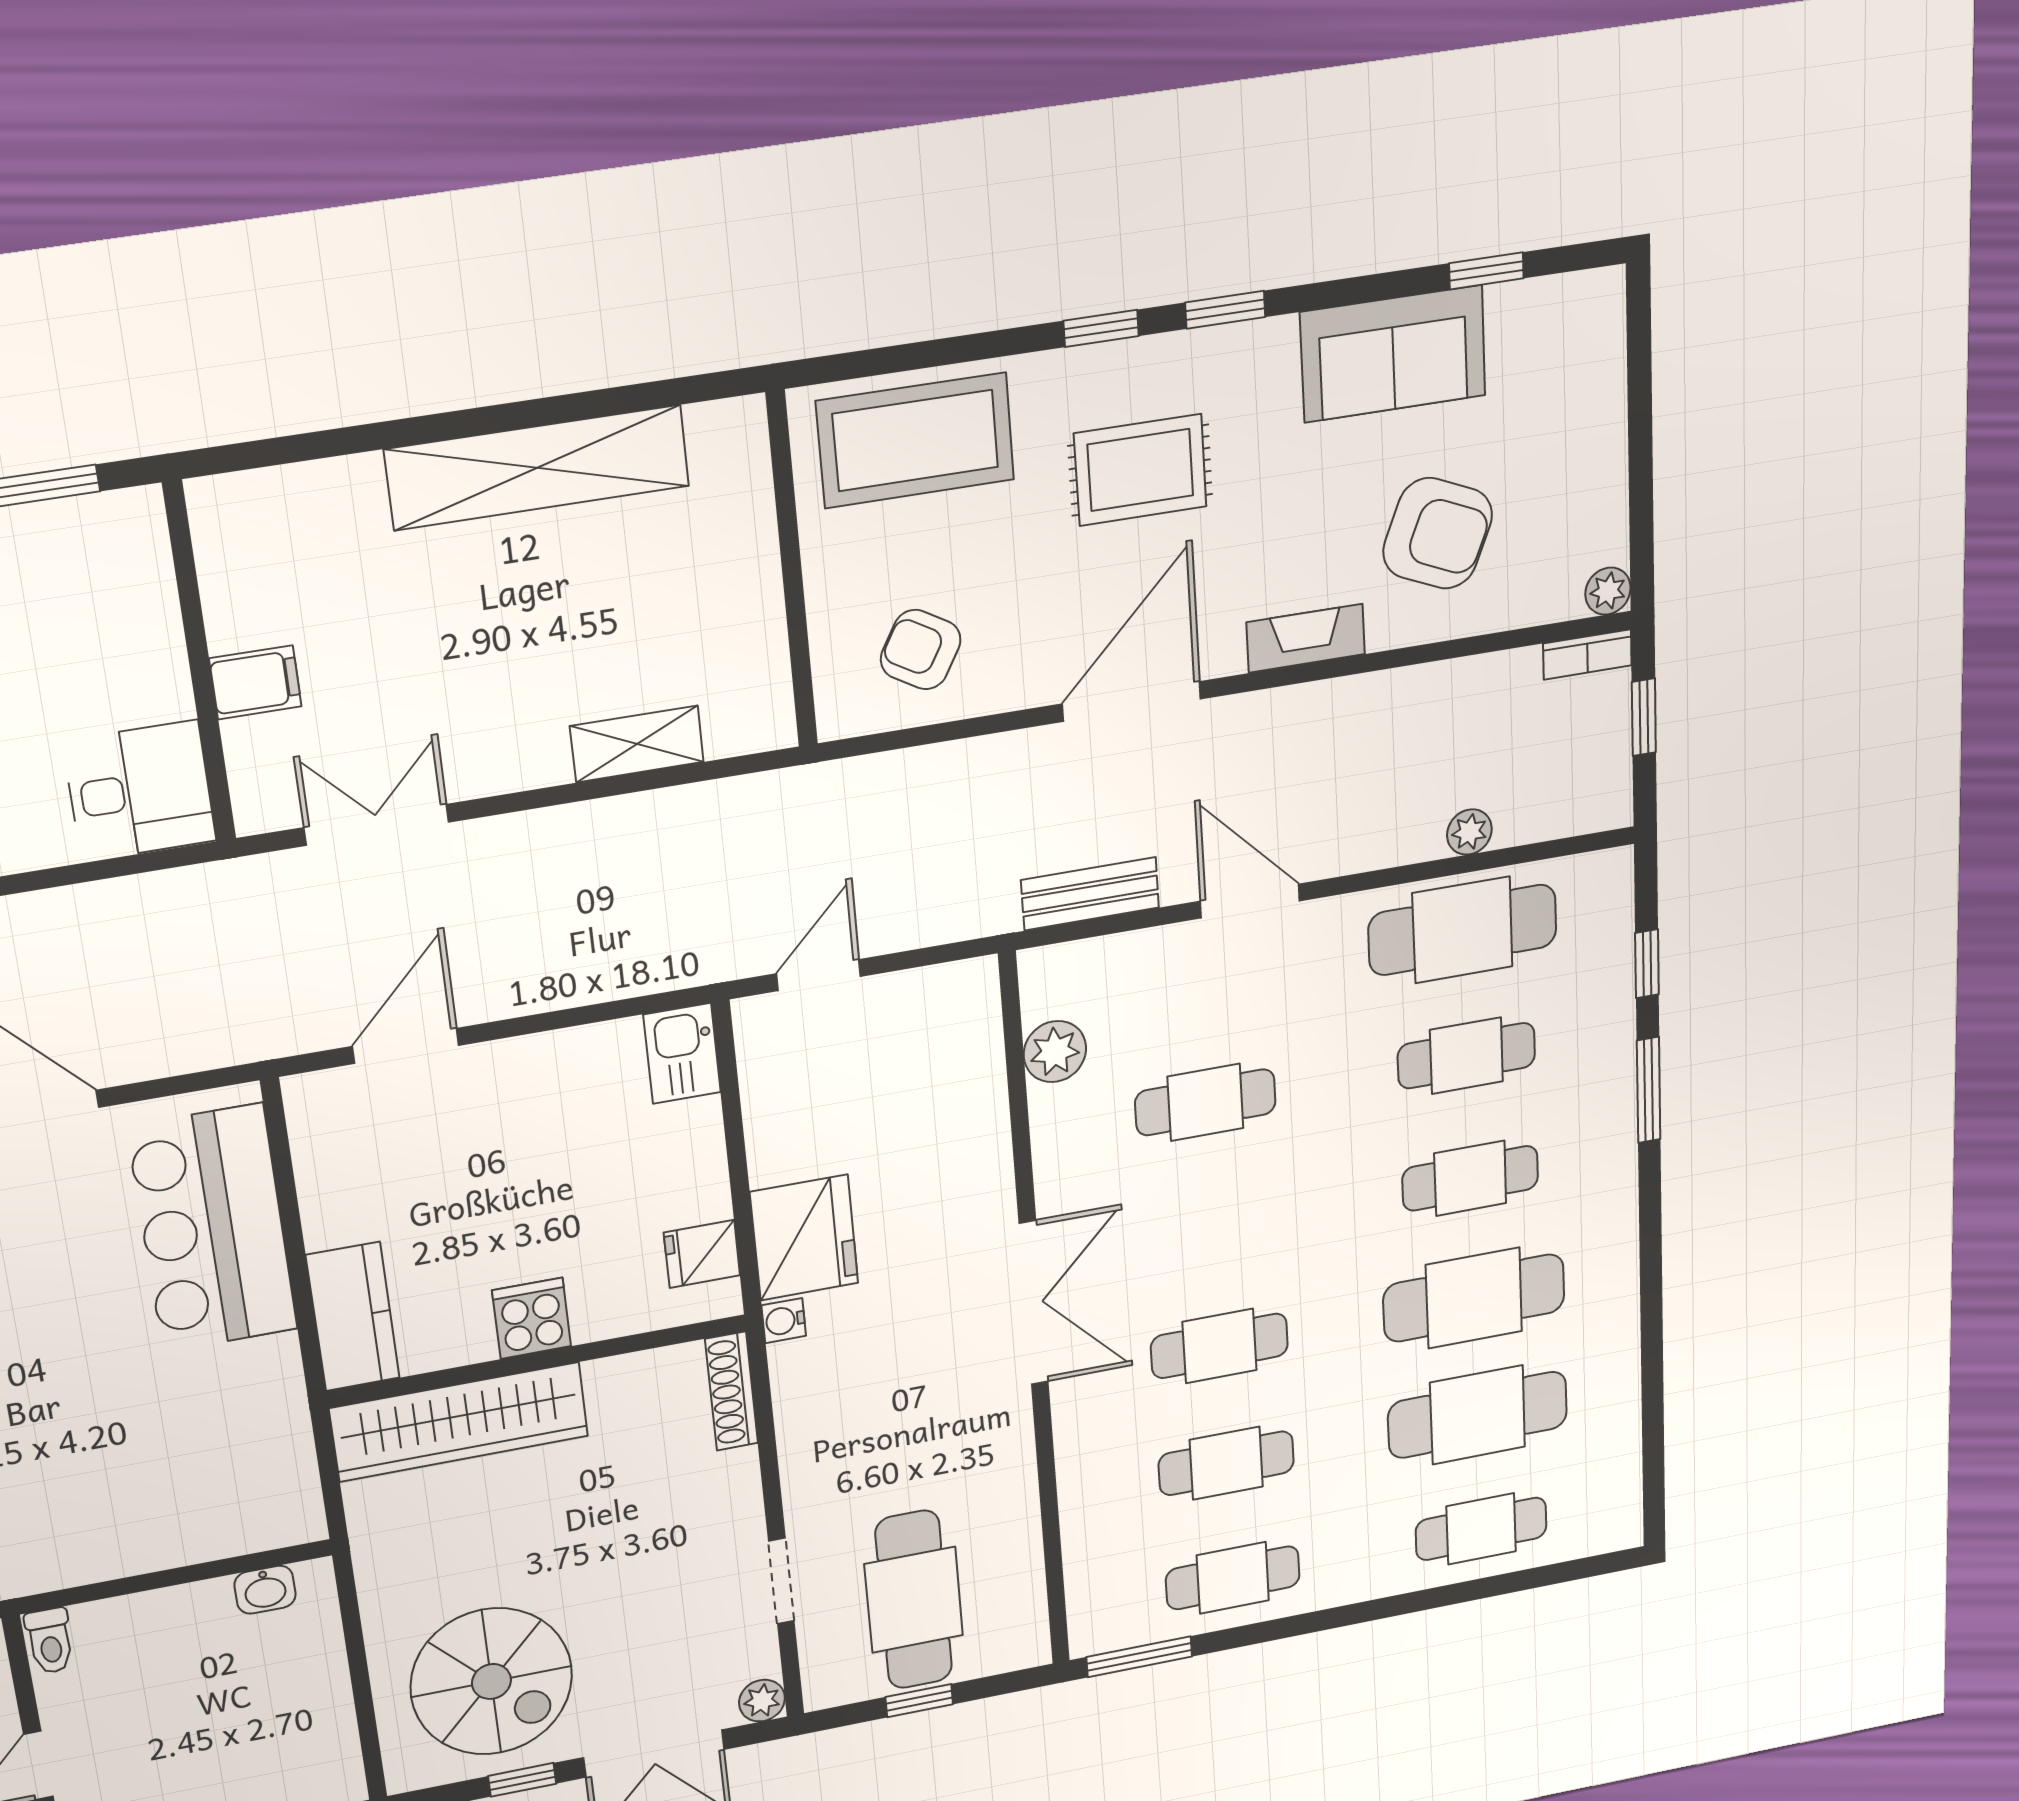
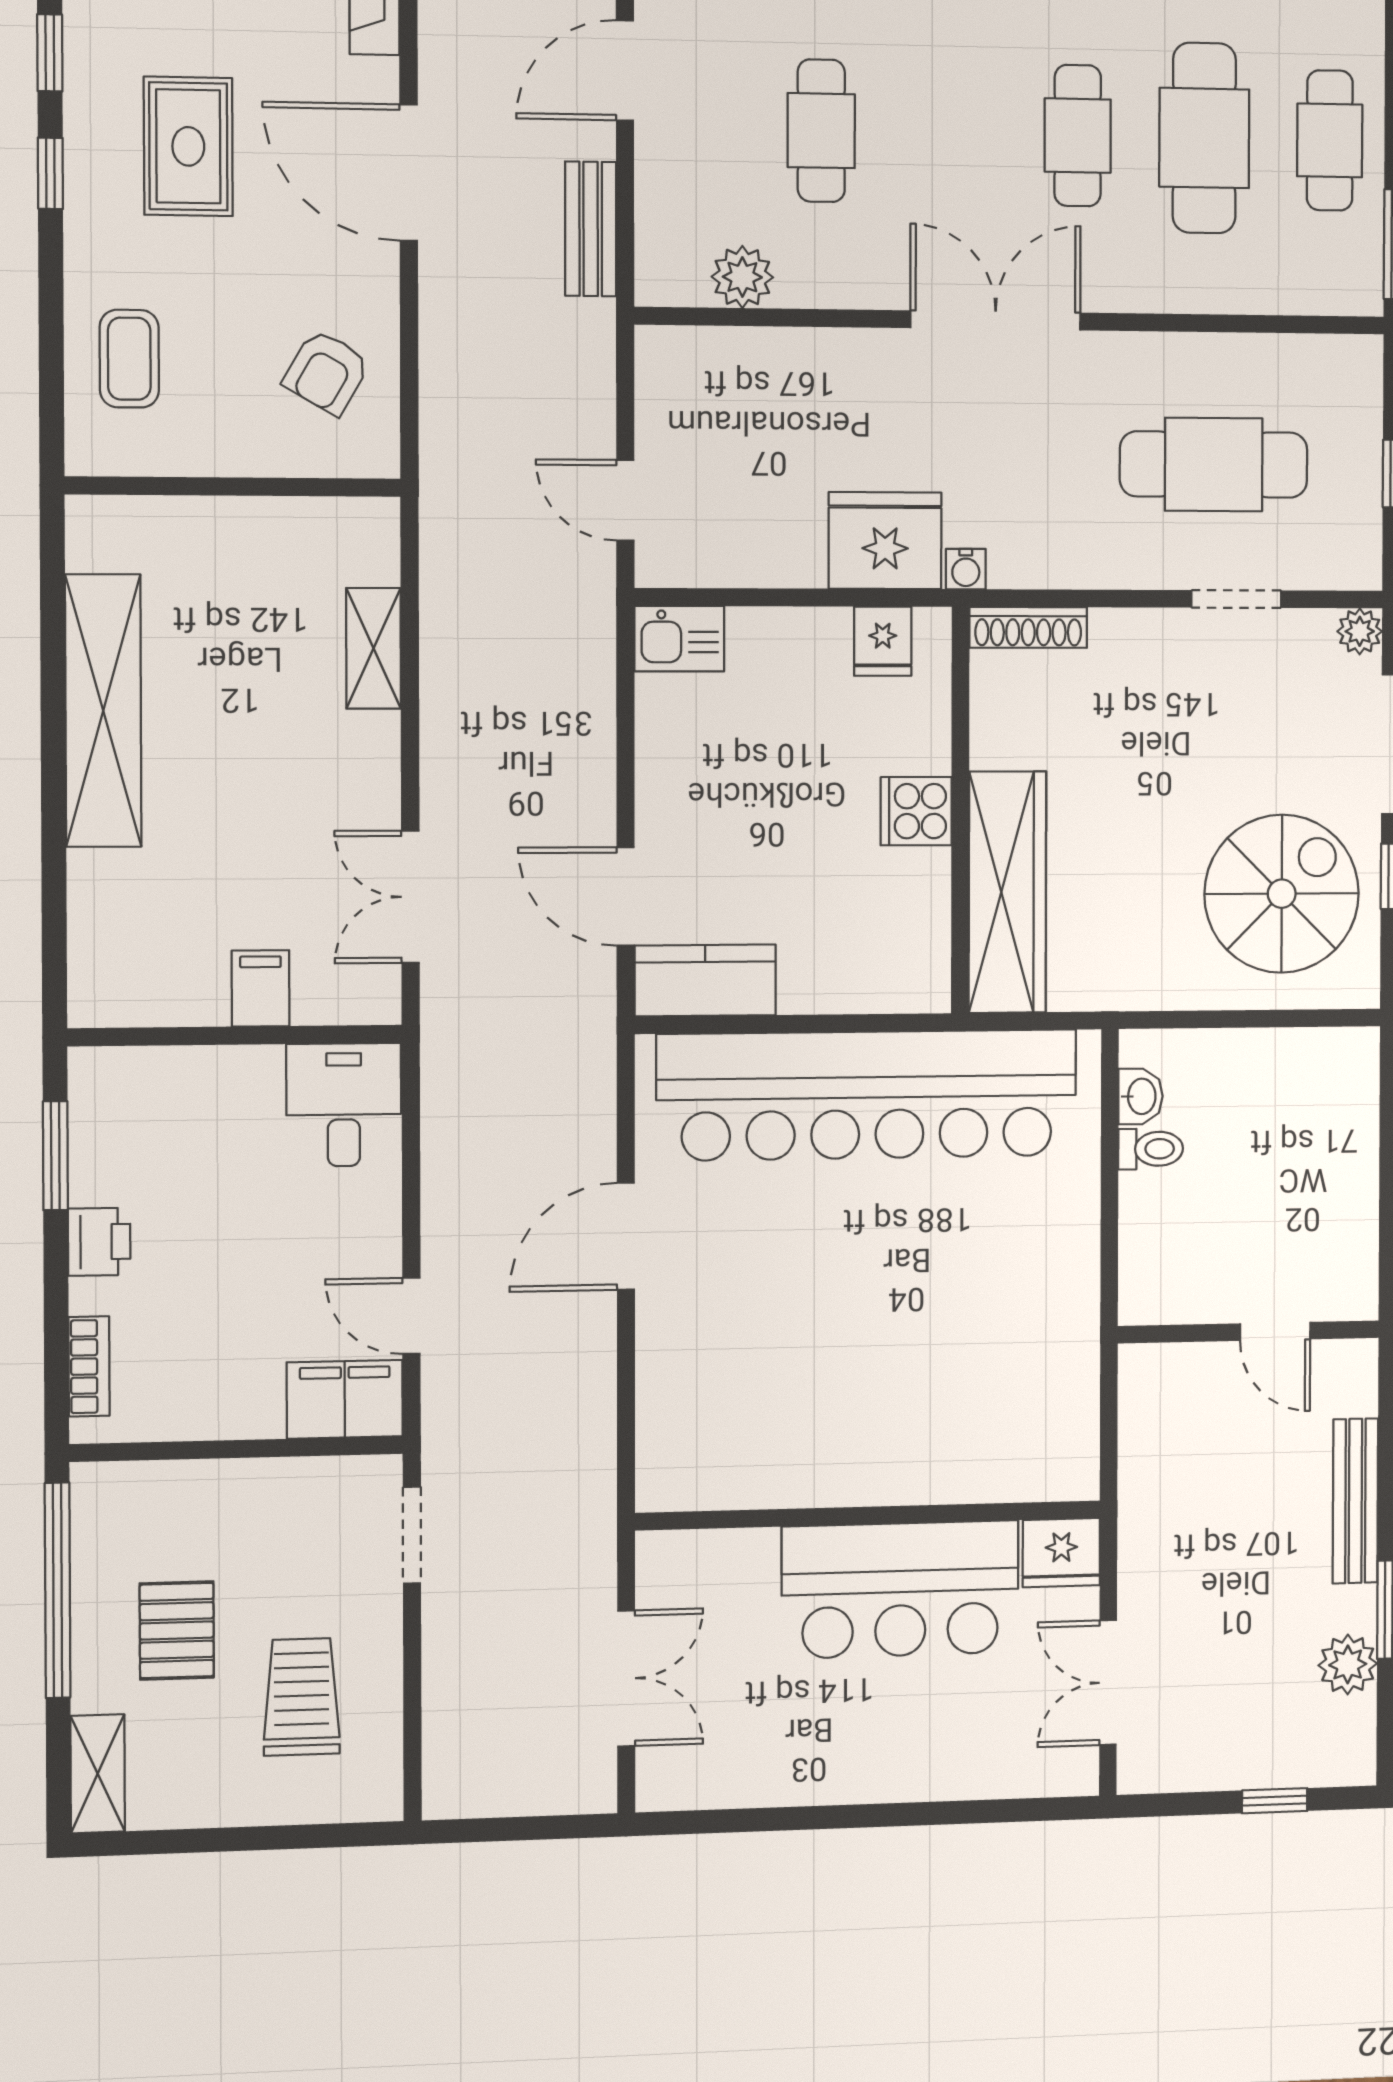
coffee table: (915, 440) -> (129, 359), width x0.54, depth x0.58
bar counter: (213, 1229) -> (867, 1095), width x1.86
kitchen counter: (353, 1317) -> (705, 980), moved
cafe table: (1226, 1463) -> (1204, 138), width x1.37, depth x1.35
cafe table: (914, 1600) -> (1214, 464), moved
toilet: (50, 1641) -> (1151, 1149), moved

